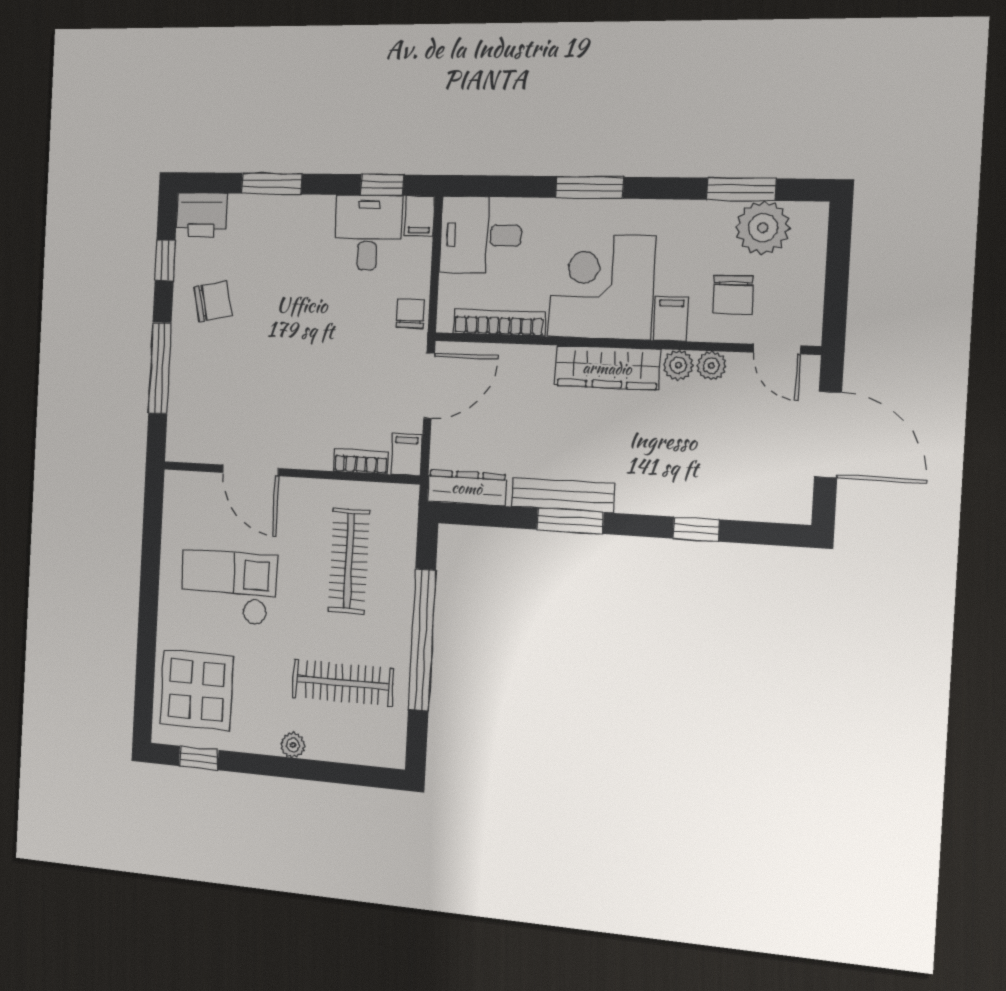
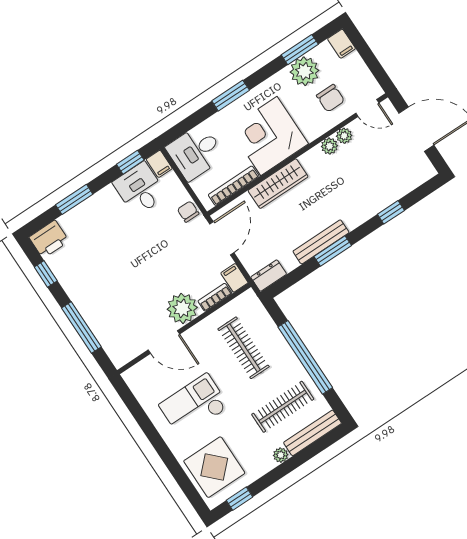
plant: (763, 228) -> (304, 71), moved
chair: (213, 301) -> (85, 276), removed
filing cabinet: (671, 319) -> (342, 44), moved, turned 180
wardrobe: (607, 368) -> (278, 184), moved
plant: (307, 443) -> (182, 308), added
dresser: (467, 488) -> (269, 276), width x0.70
bench: (356, 750) -> (313, 433), added

